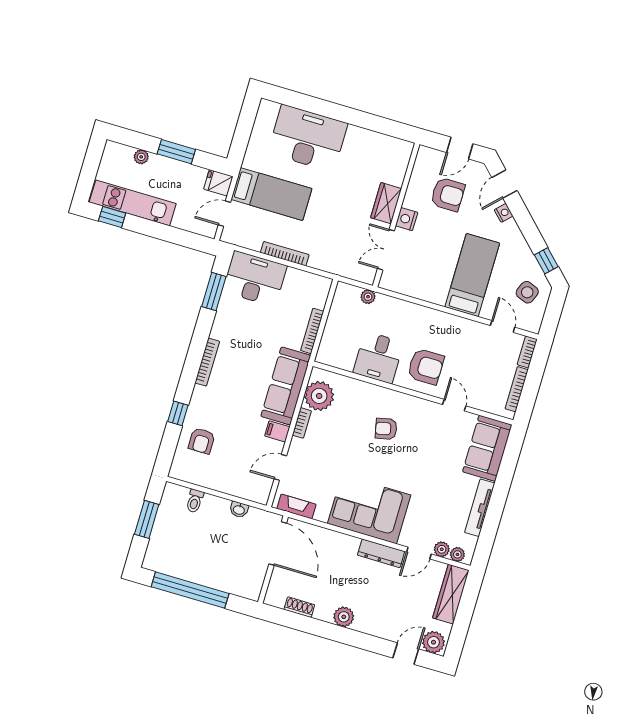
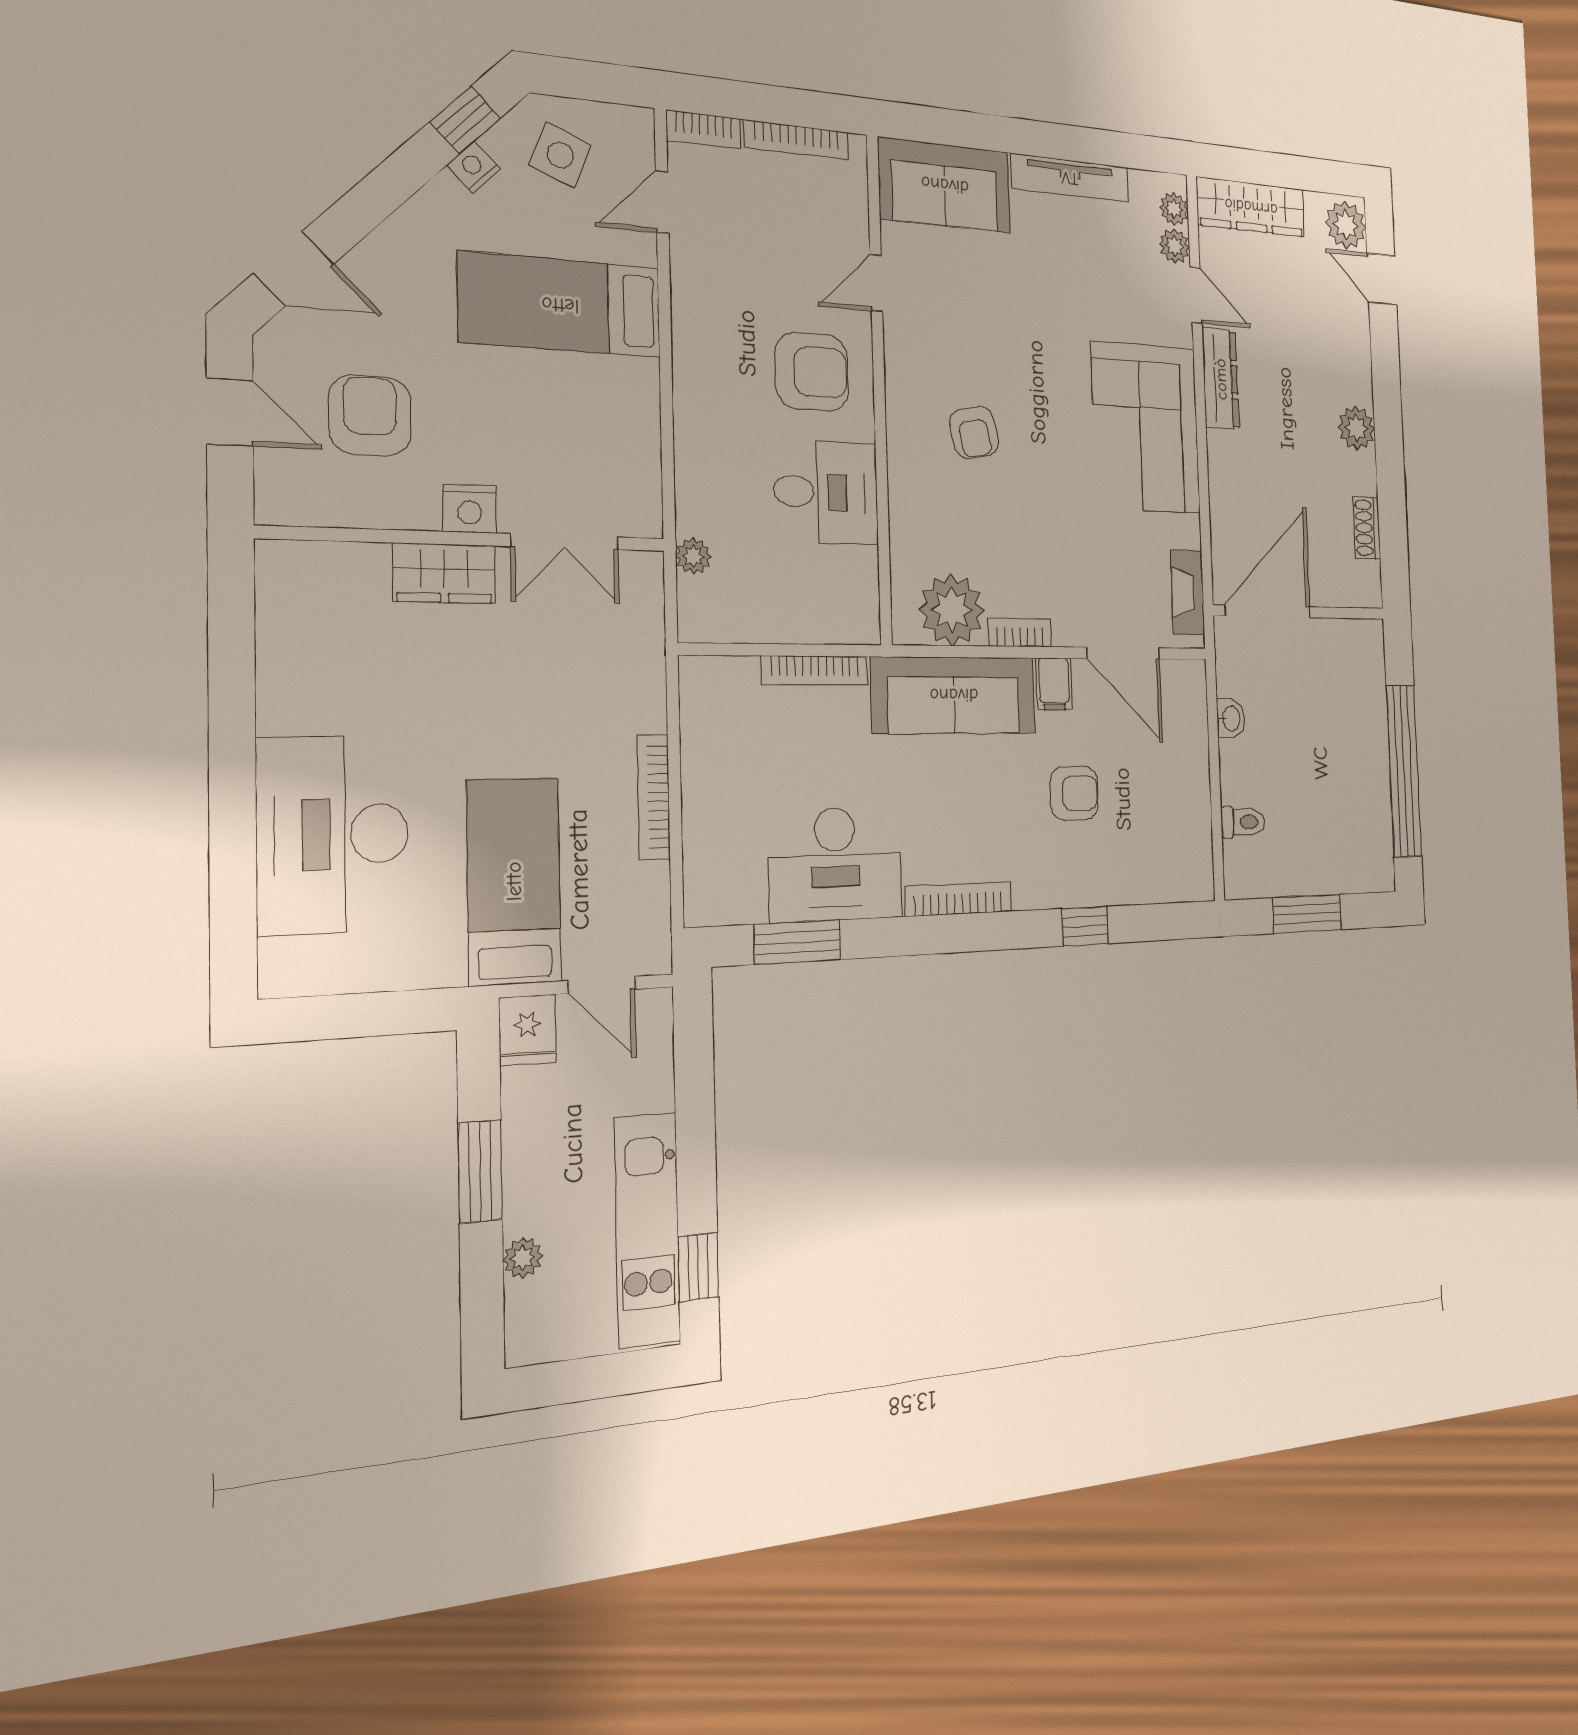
nightstand: (504, 213) -> (474, 167), moved
desk: (255, 279) -> (835, 864), moved, turned -90
armchair: (426, 367) -> (812, 372), turned 90
armchair: (202, 441) -> (1074, 793), moved
door: (280, 467) -> (1123, 653), width x1.38

